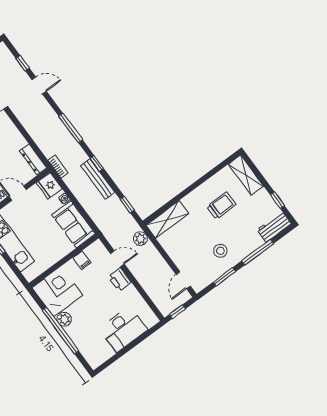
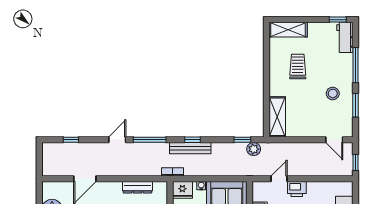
door: (39, 85) -> (117, 140), moved
dresser: (33, 159) -> (138, 187), moved
bench: (98, 179) -> (190, 148), moved
window: (277, 200) -> (338, 20), moved
plant: (140, 239) -> (254, 149), moved

